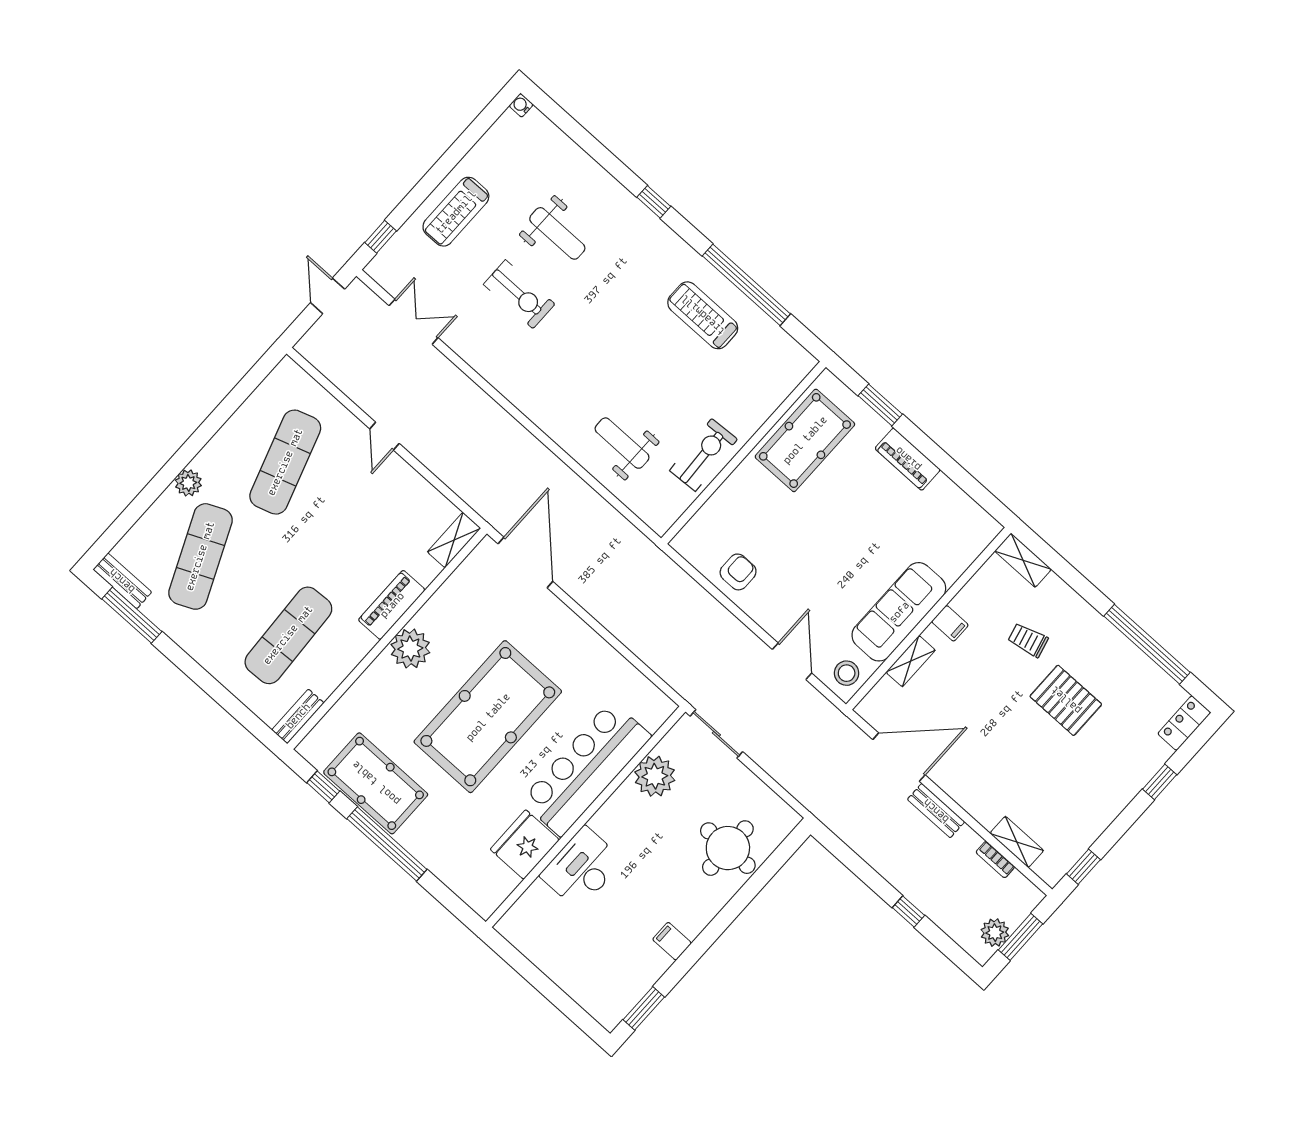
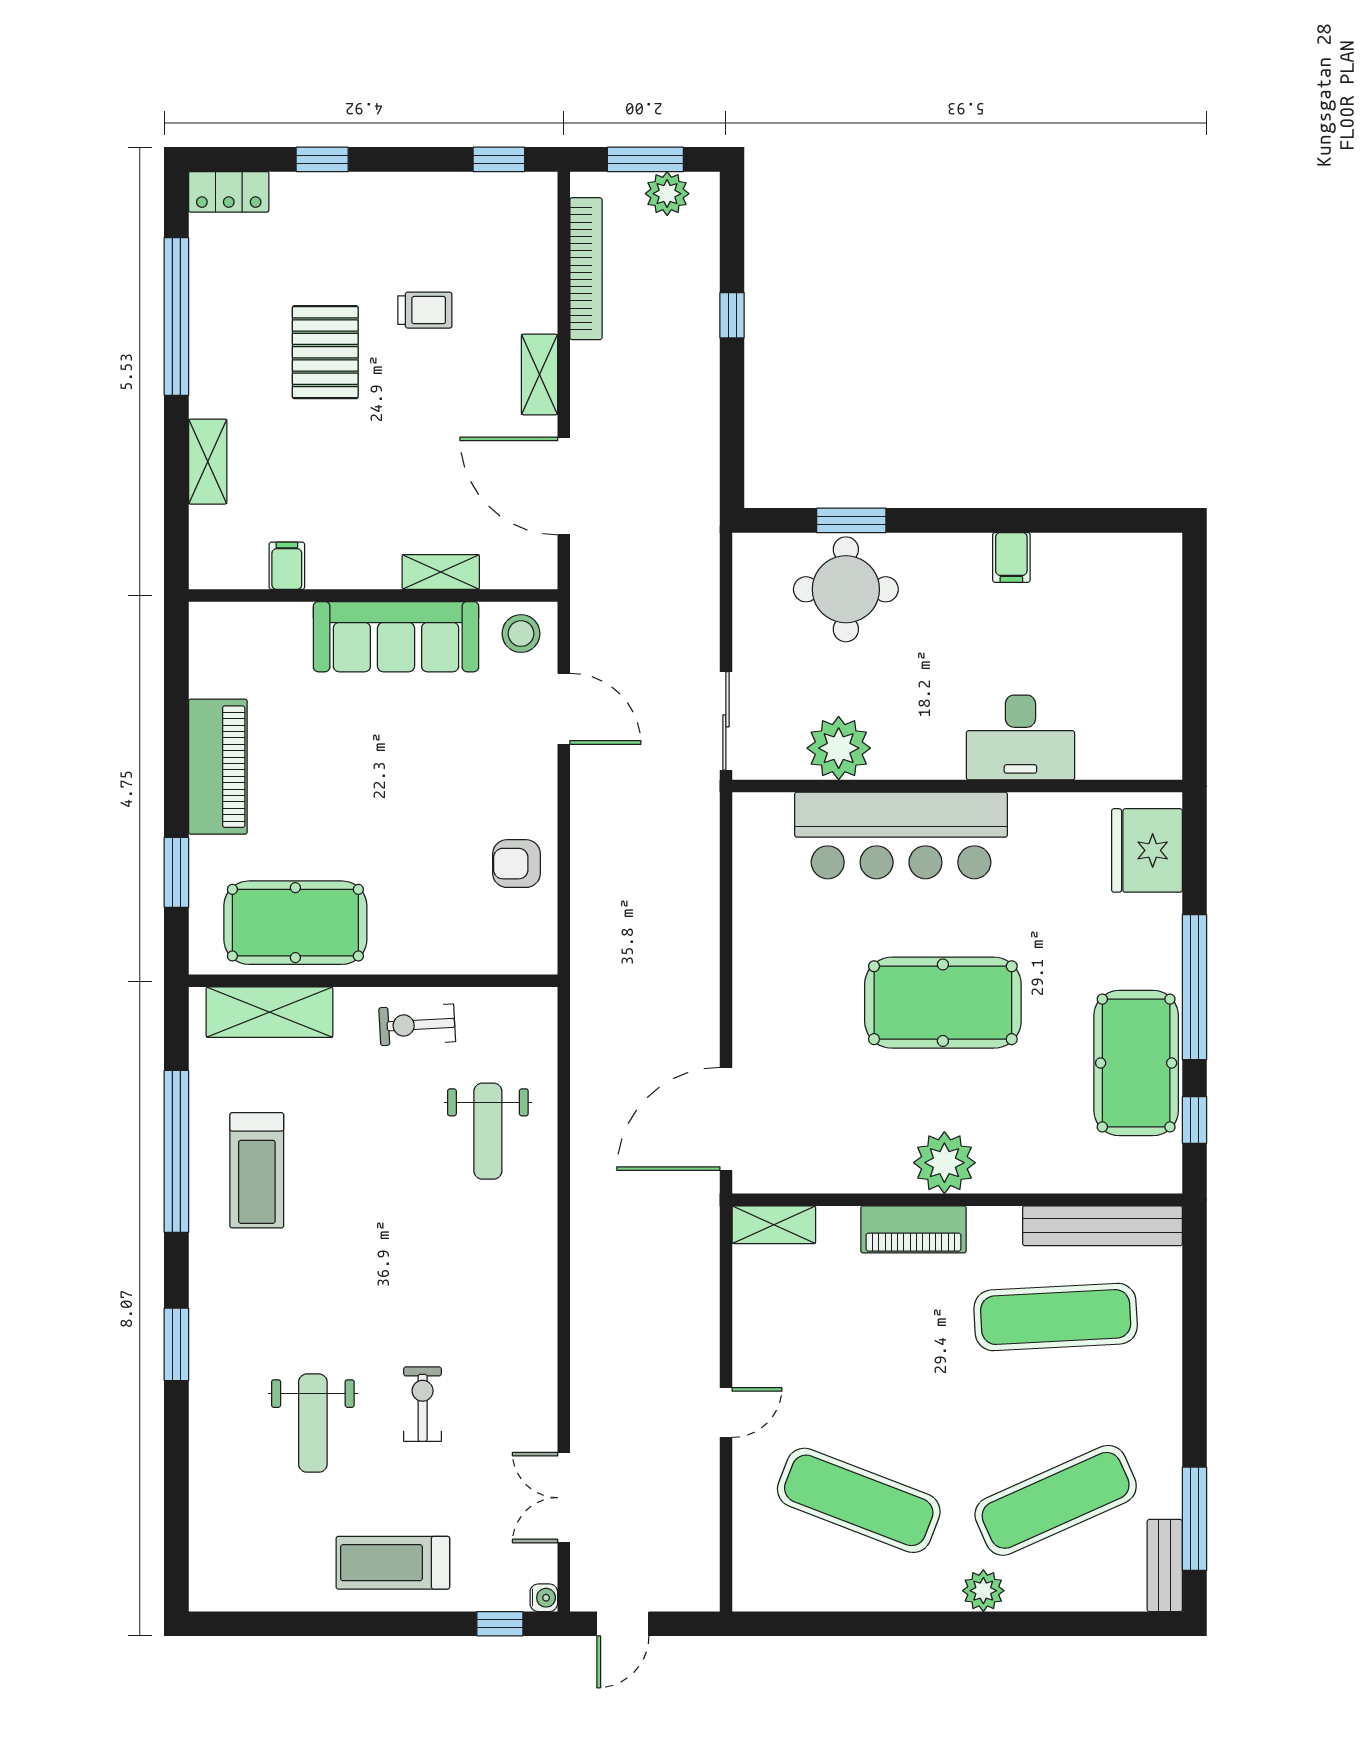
water cooler: (521, 105) -> (544, 1598), moved, turned -90
window: (654, 202) -> (176, 1344), width x1.50
treadmill: (456, 212) -> (393, 1563), turned 180
weight bench: (557, 233) -> (313, 1423), turned 180
exercise bike: (519, 294) -> (423, 1404), width x0.73, depth x0.72
shelving: (773, 389) -> (269, 1012), added
exercise bike: (704, 455) -> (417, 1025), width x0.73, depth x0.72
piano: (908, 459) -> (218, 767), width x1.37, depth x1.33
exercise mat: (285, 462) -> (859, 1500), turned 39
shelving: (1023, 560) -> (208, 462), moved
filing cabinet: (950, 623) -> (287, 566), moved
trolley: (1028, 640) -> (425, 310), moved, turned -76
door: (792, 661) -> (564, 709), swing flipped
bench: (298, 716) -> (1102, 1226), width x1.86, depth x1.21
pool table: (488, 717) -> (943, 1003), width x0.73, depth x0.76
bench: (936, 811) -> (587, 388), removed
shelving: (1017, 842) -> (540, 375), moved
fridge: (525, 845) -> (1147, 850), moved, turned 90
bookcase: (995, 860) -> (586, 269), width x2.31, depth x1.31
window: (644, 1008) -> (851, 520), moved

